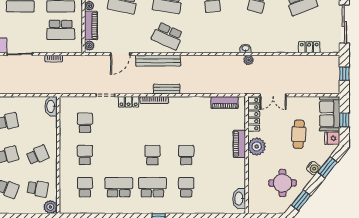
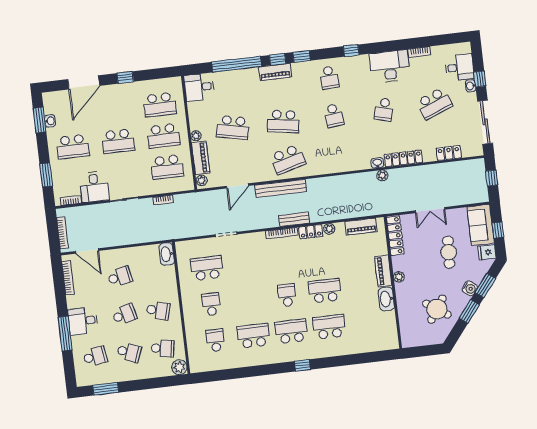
school desk: (167, 36) -> (288, 159), turned -39
locker: (269, 47) -> (403, 158), added
double door: (273, 95) -> (430, 210), moved
plant: (196, 101) -> (329, 229), added
locker: (129, 102) -> (311, 232), moved
school desk: (85, 123) -> (207, 268), width x1.85
plant: (257, 147) -> (399, 277), width x0.53, depth x0.53
school desk: (38, 155) -> (158, 311), turned 39
school desk: (186, 155) -> (325, 291), width x1.85
round table: (282, 183) -> (437, 309), turned 34
school desk: (186, 187) -> (329, 327), width x1.85
washbasin: (239, 199) -> (386, 299), moved
window: (301, 200) -> (469, 311), moved

